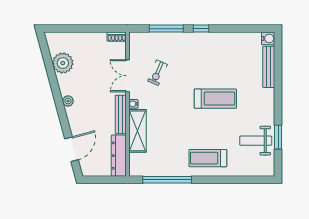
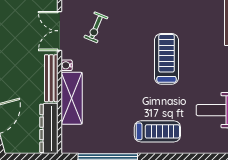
treadmill: (215, 99) -> (167, 59), turned -90
treadmill: (208, 158) -> (157, 131), turned 180

